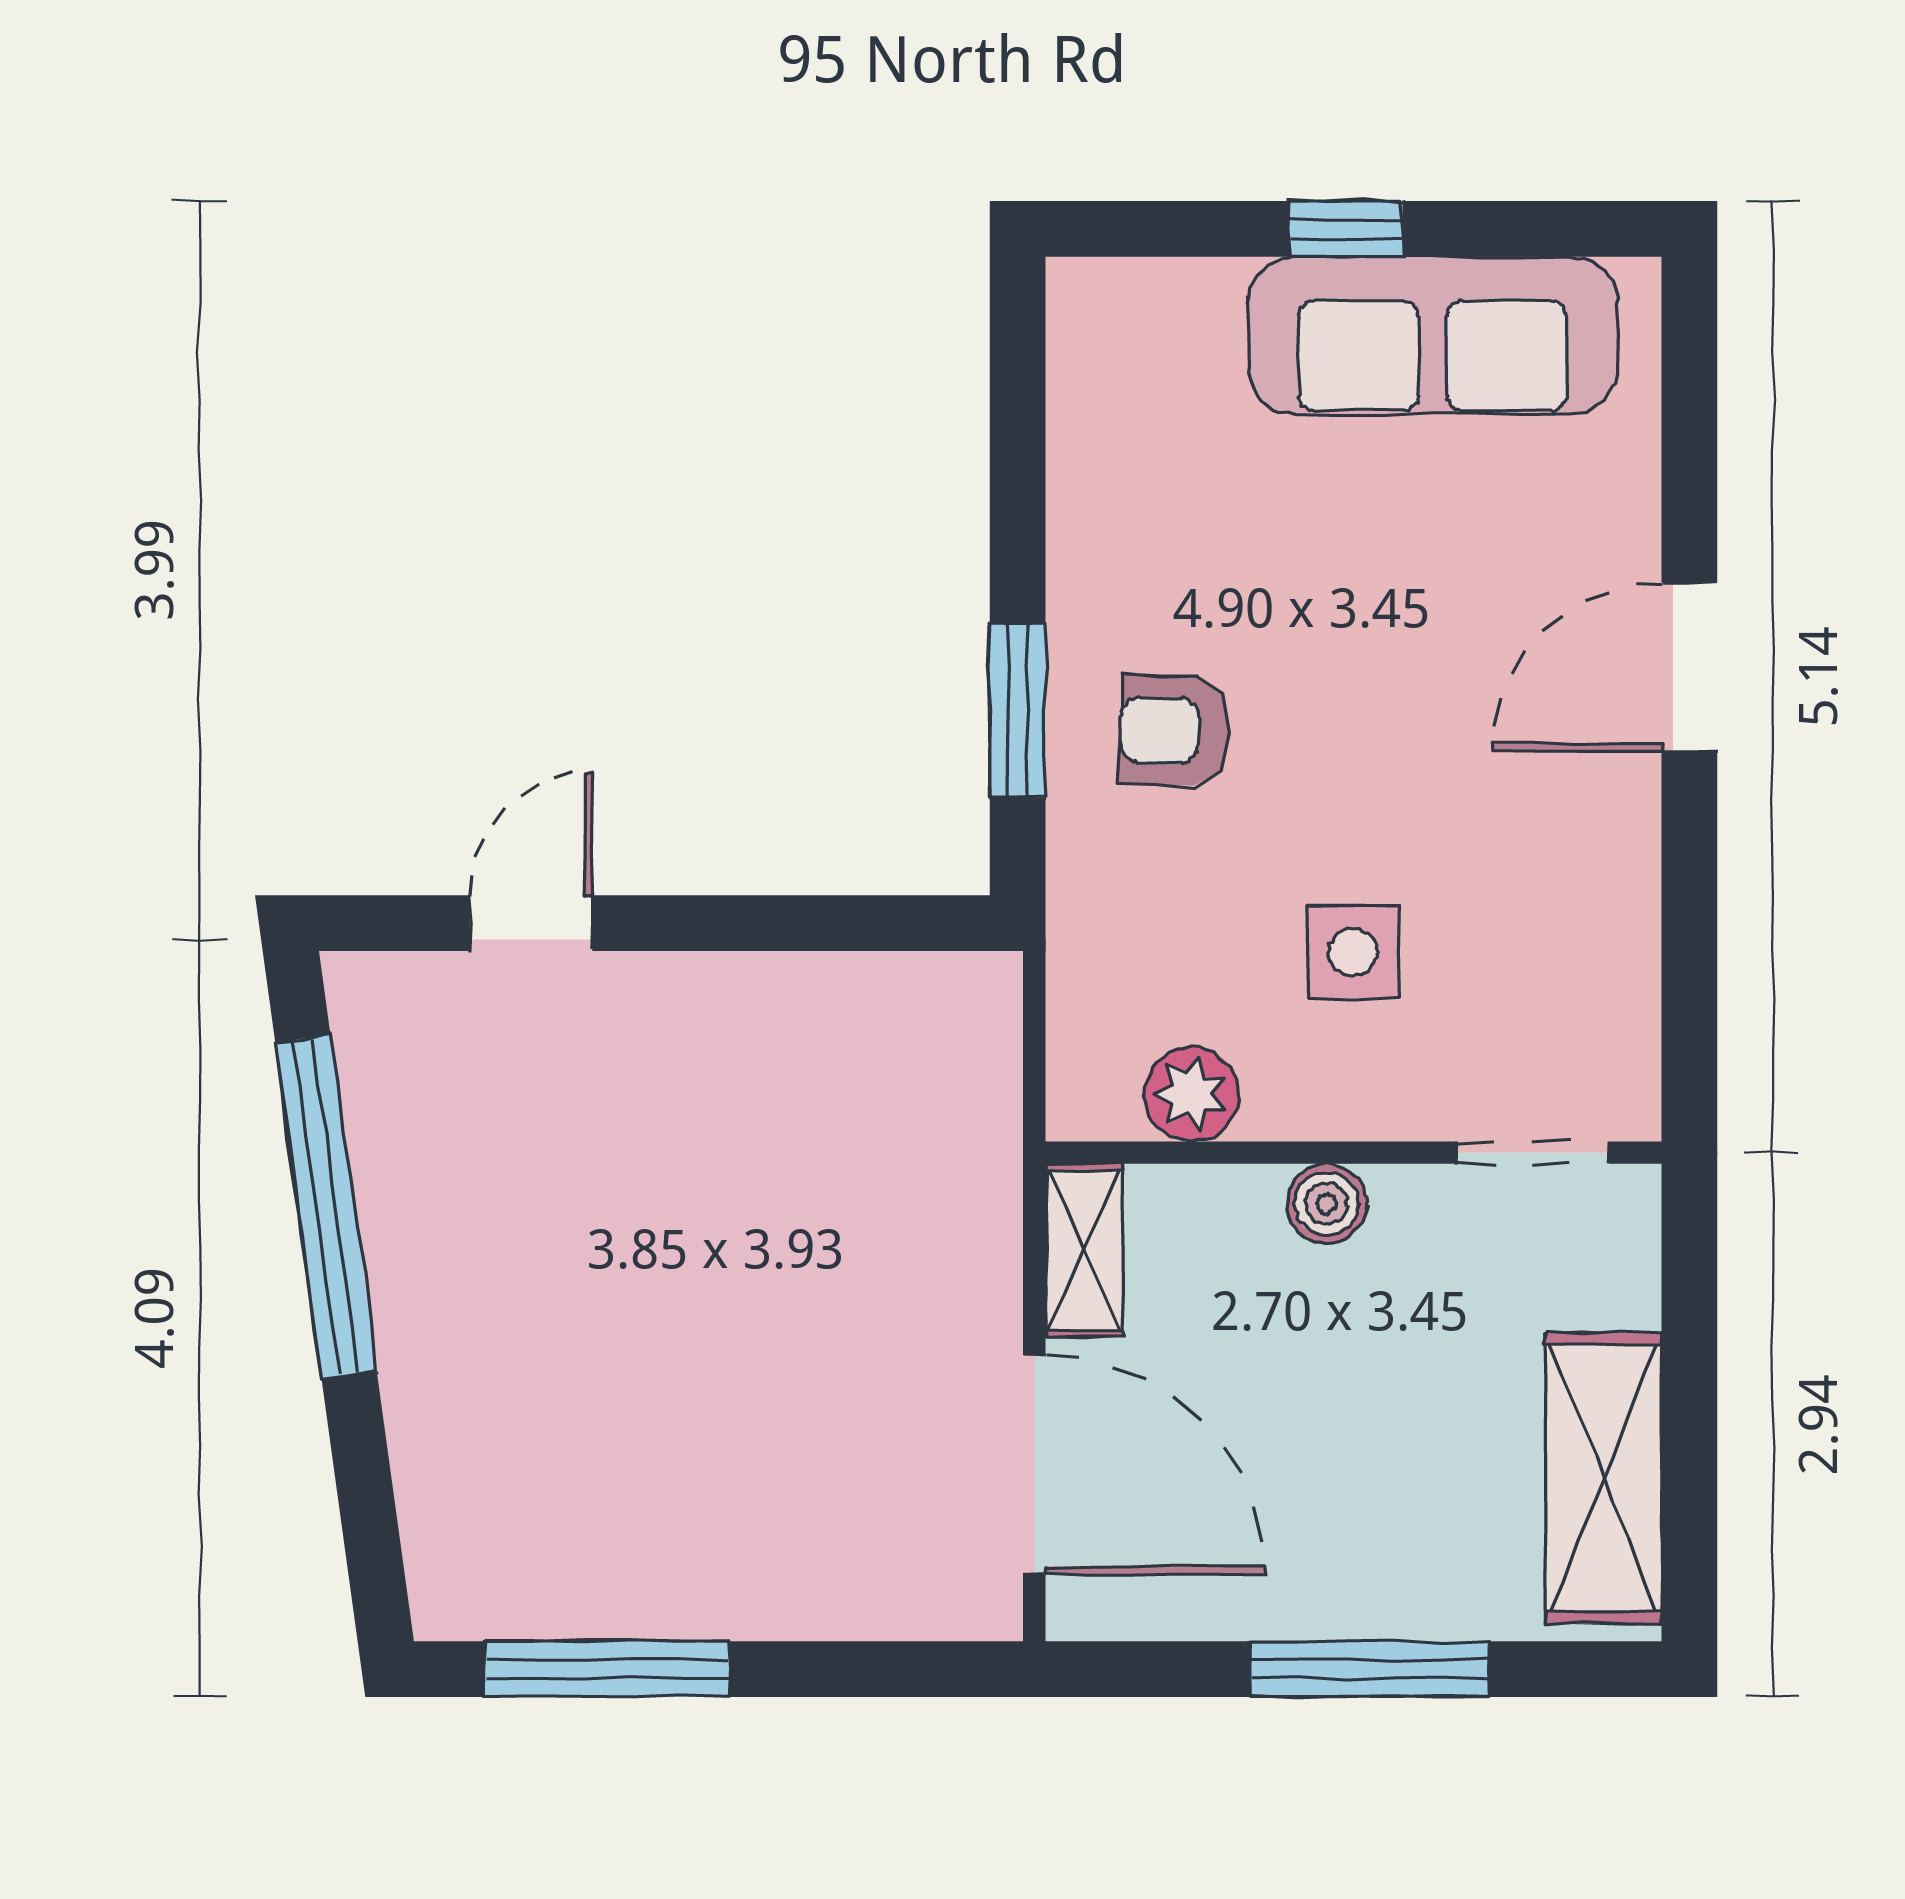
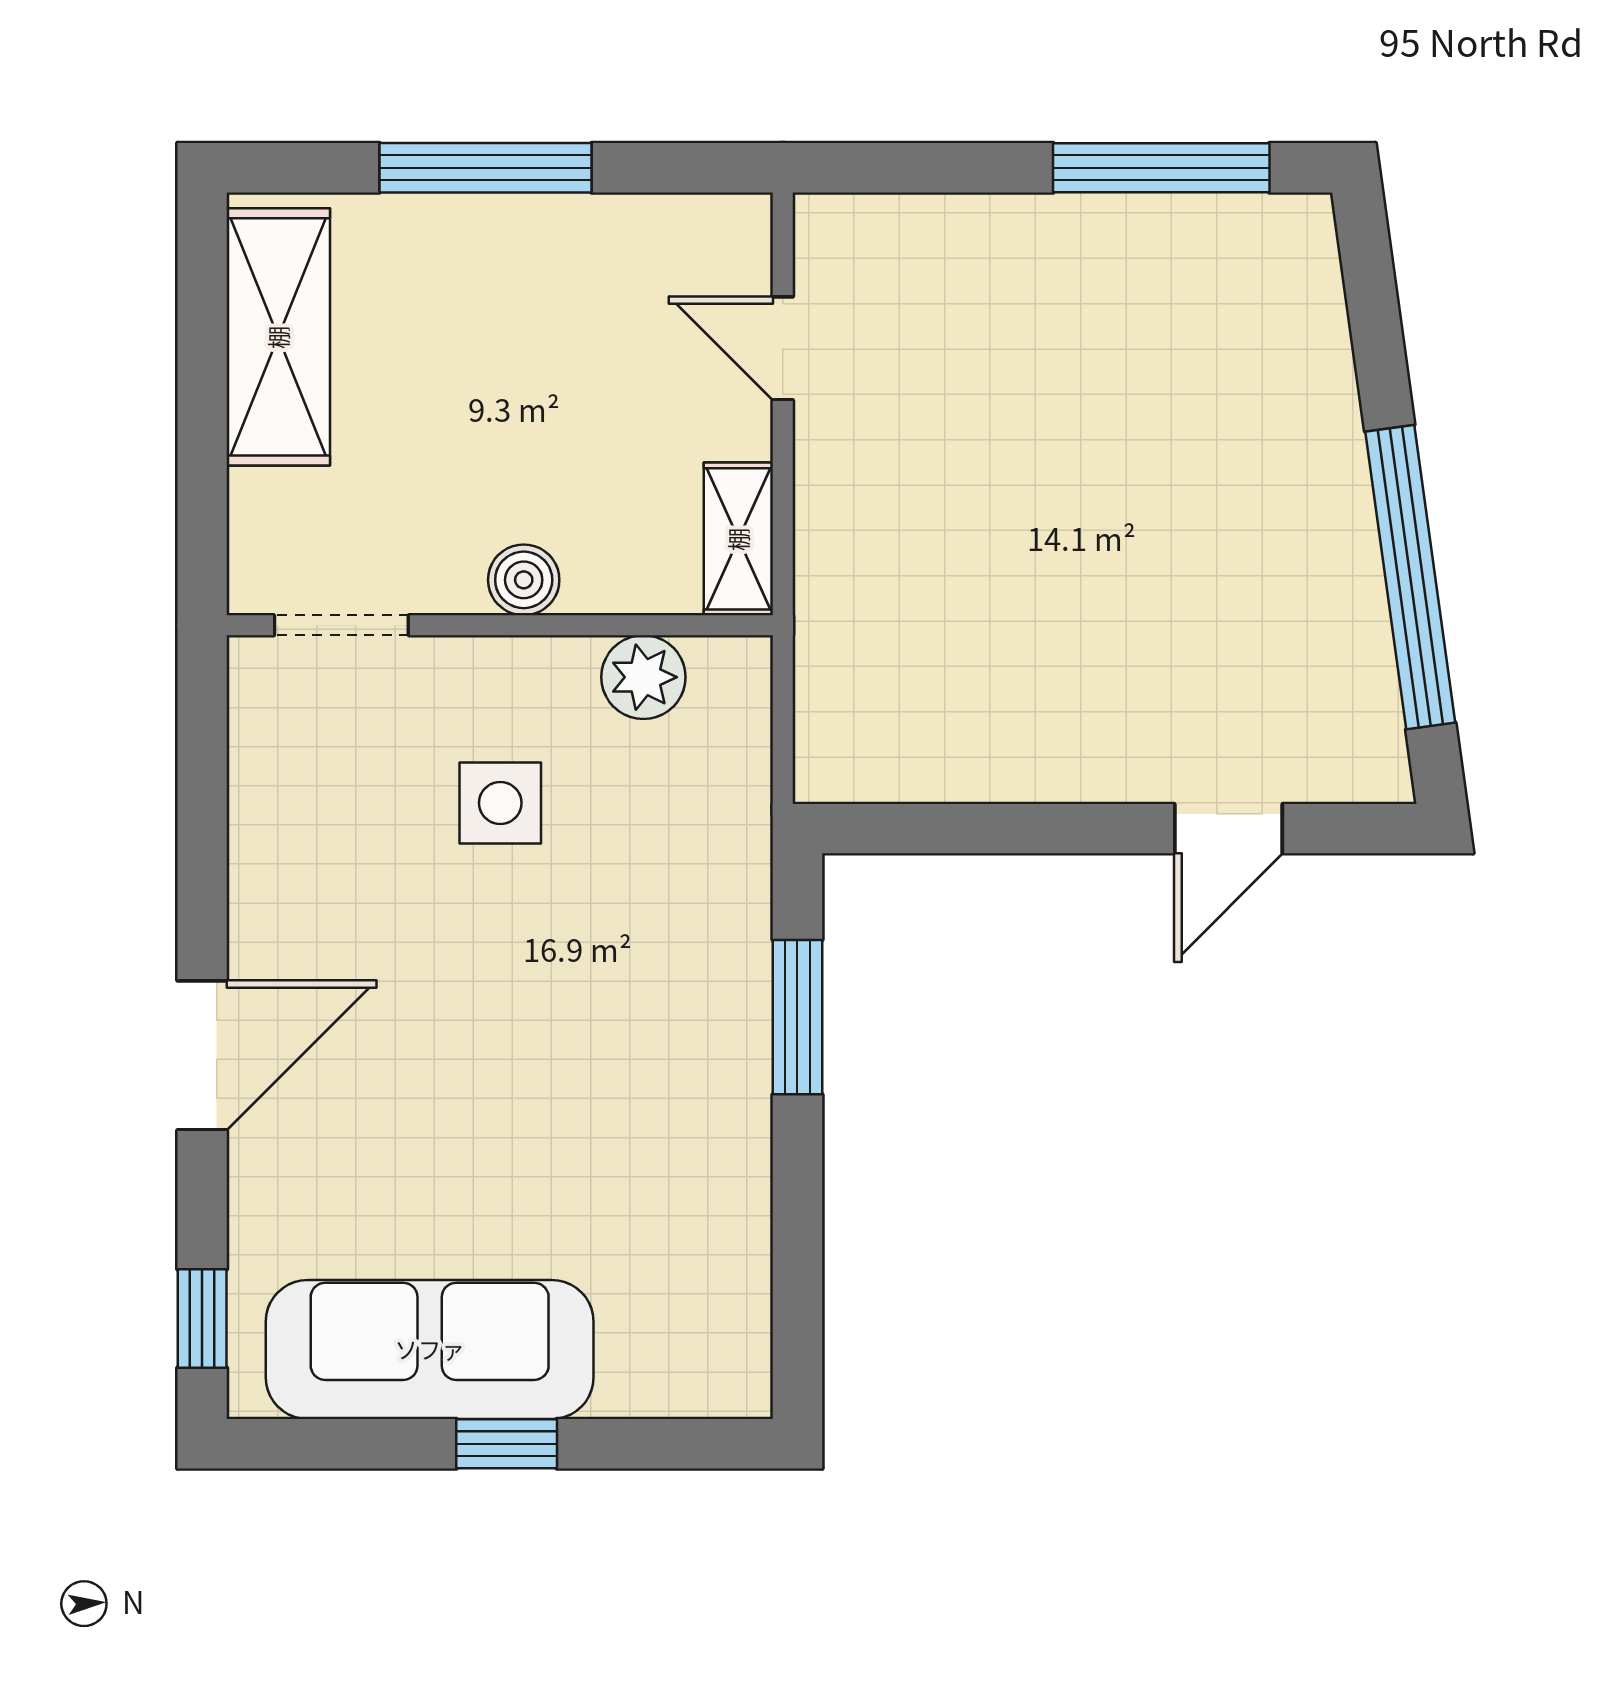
window: (1689, 370) -> (202, 1318), added
armchair: (1174, 731) -> (658, 999), removed
door: (1034, 1465) -> (783, 348), width x0.53

